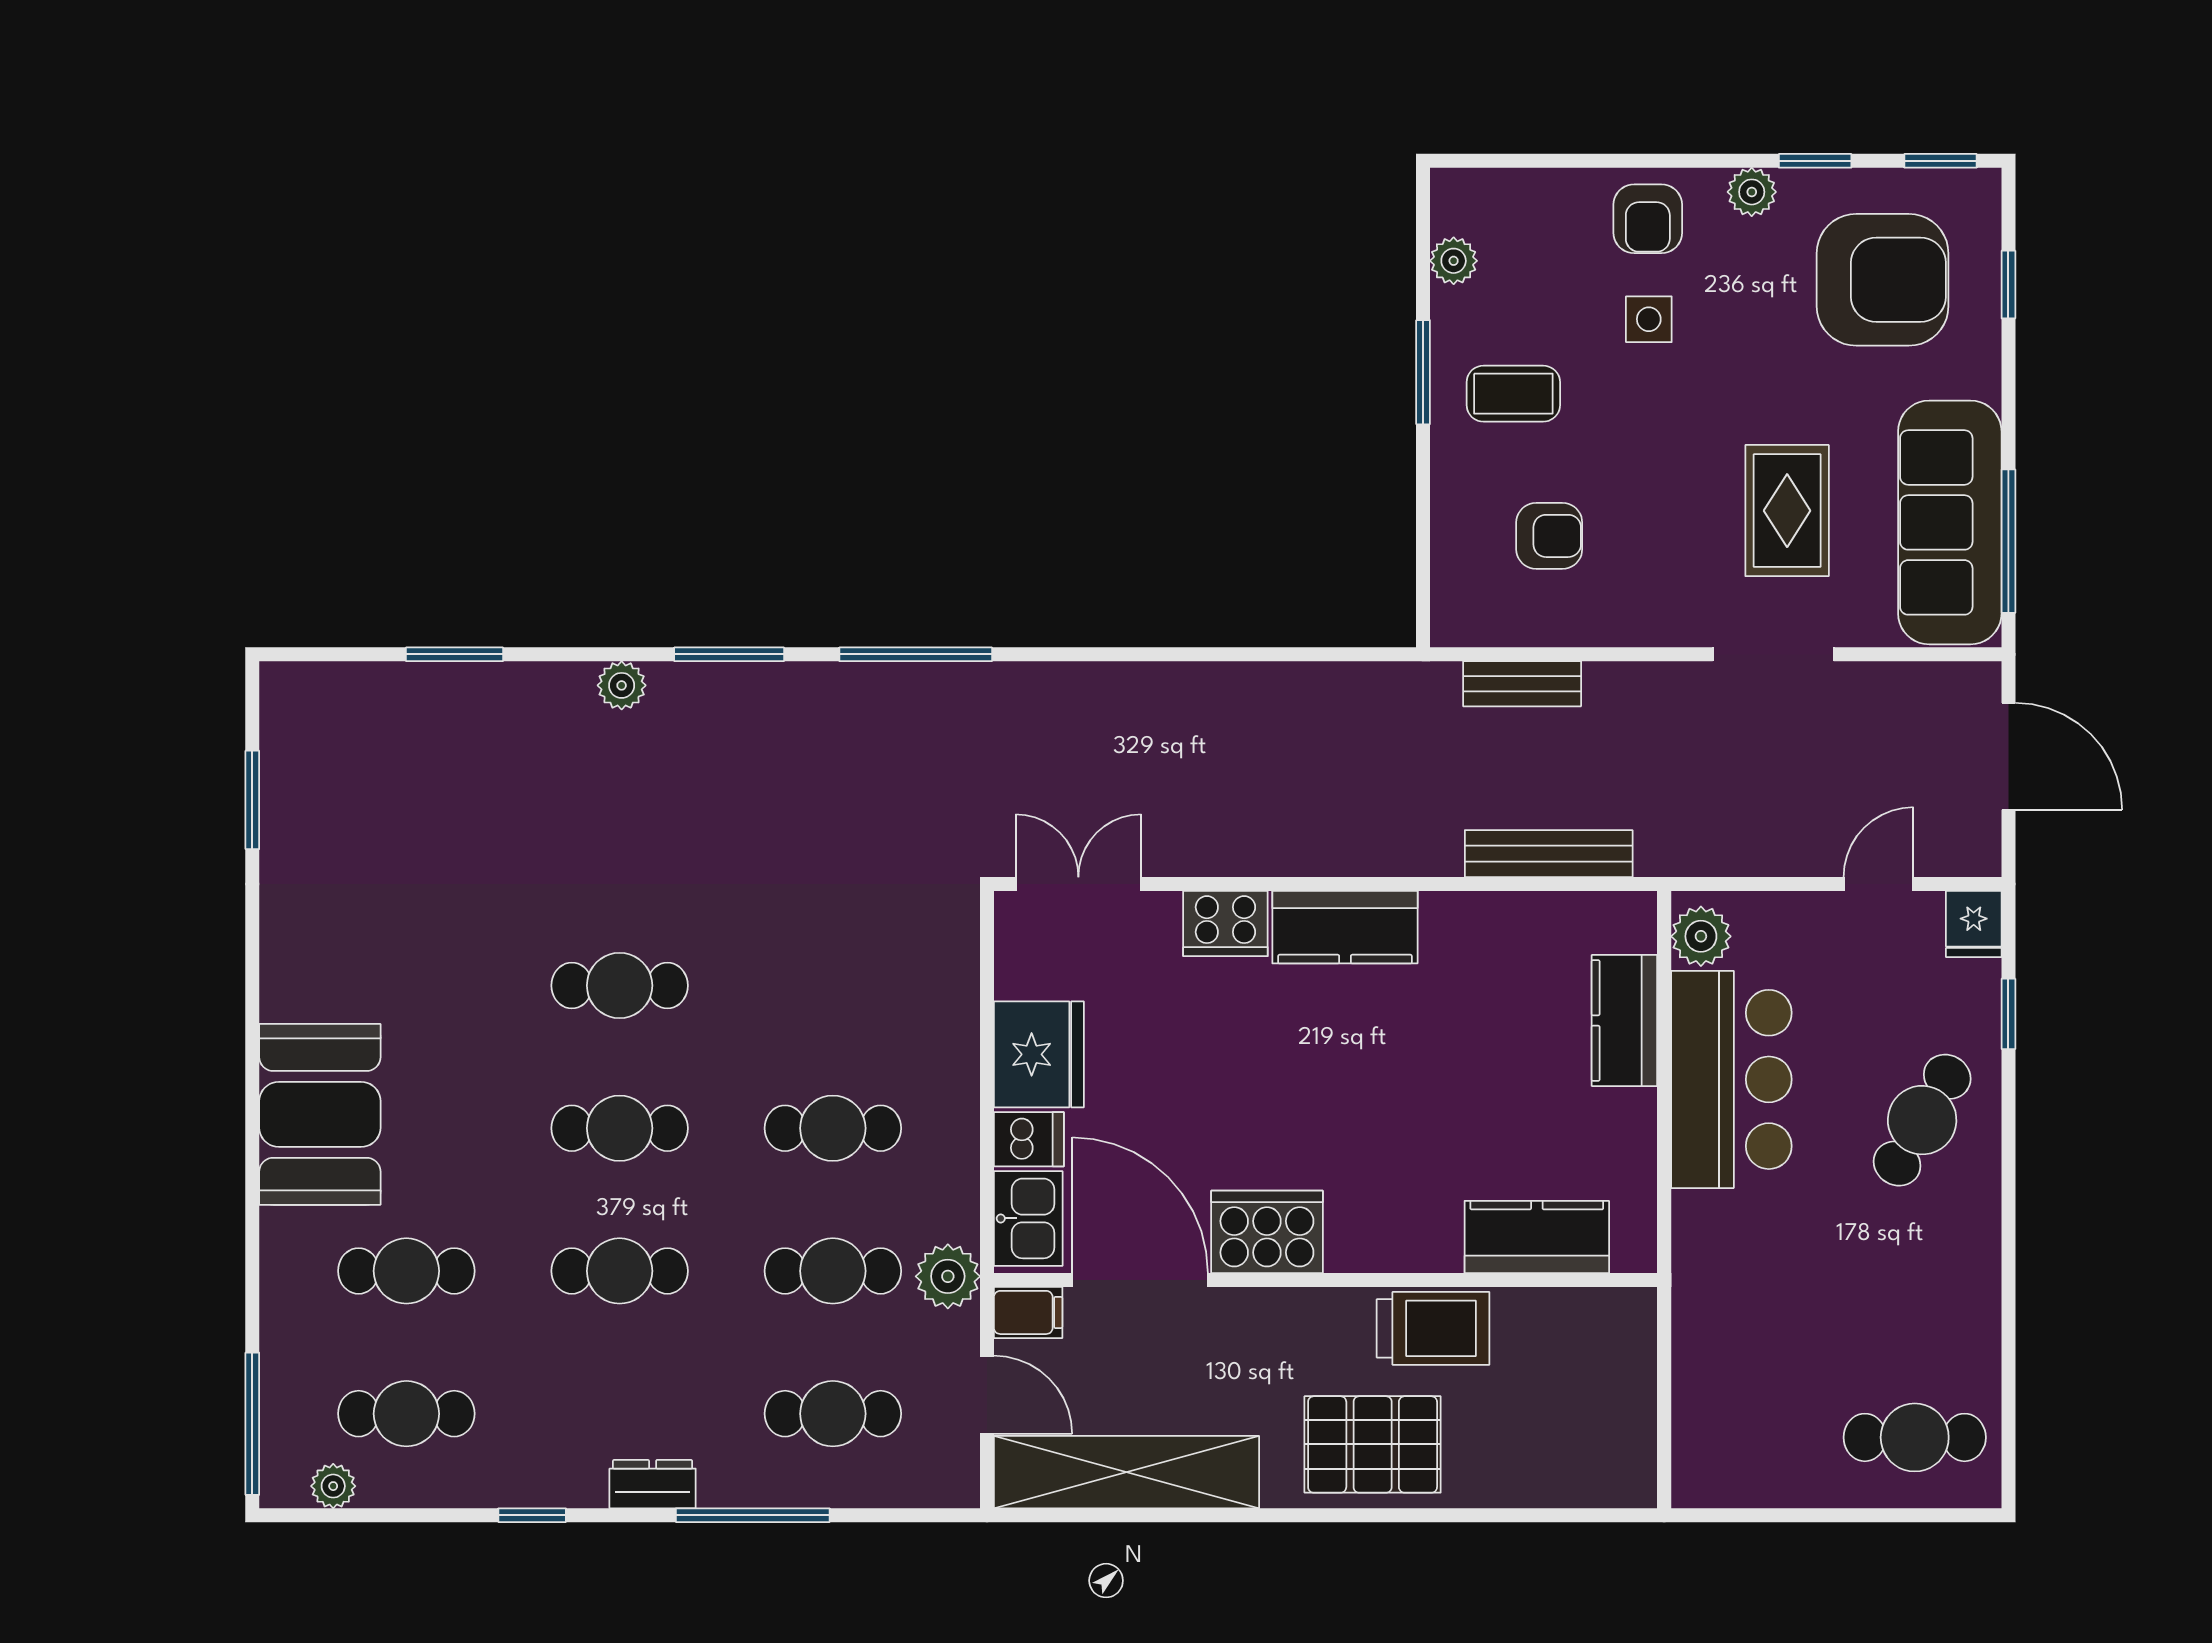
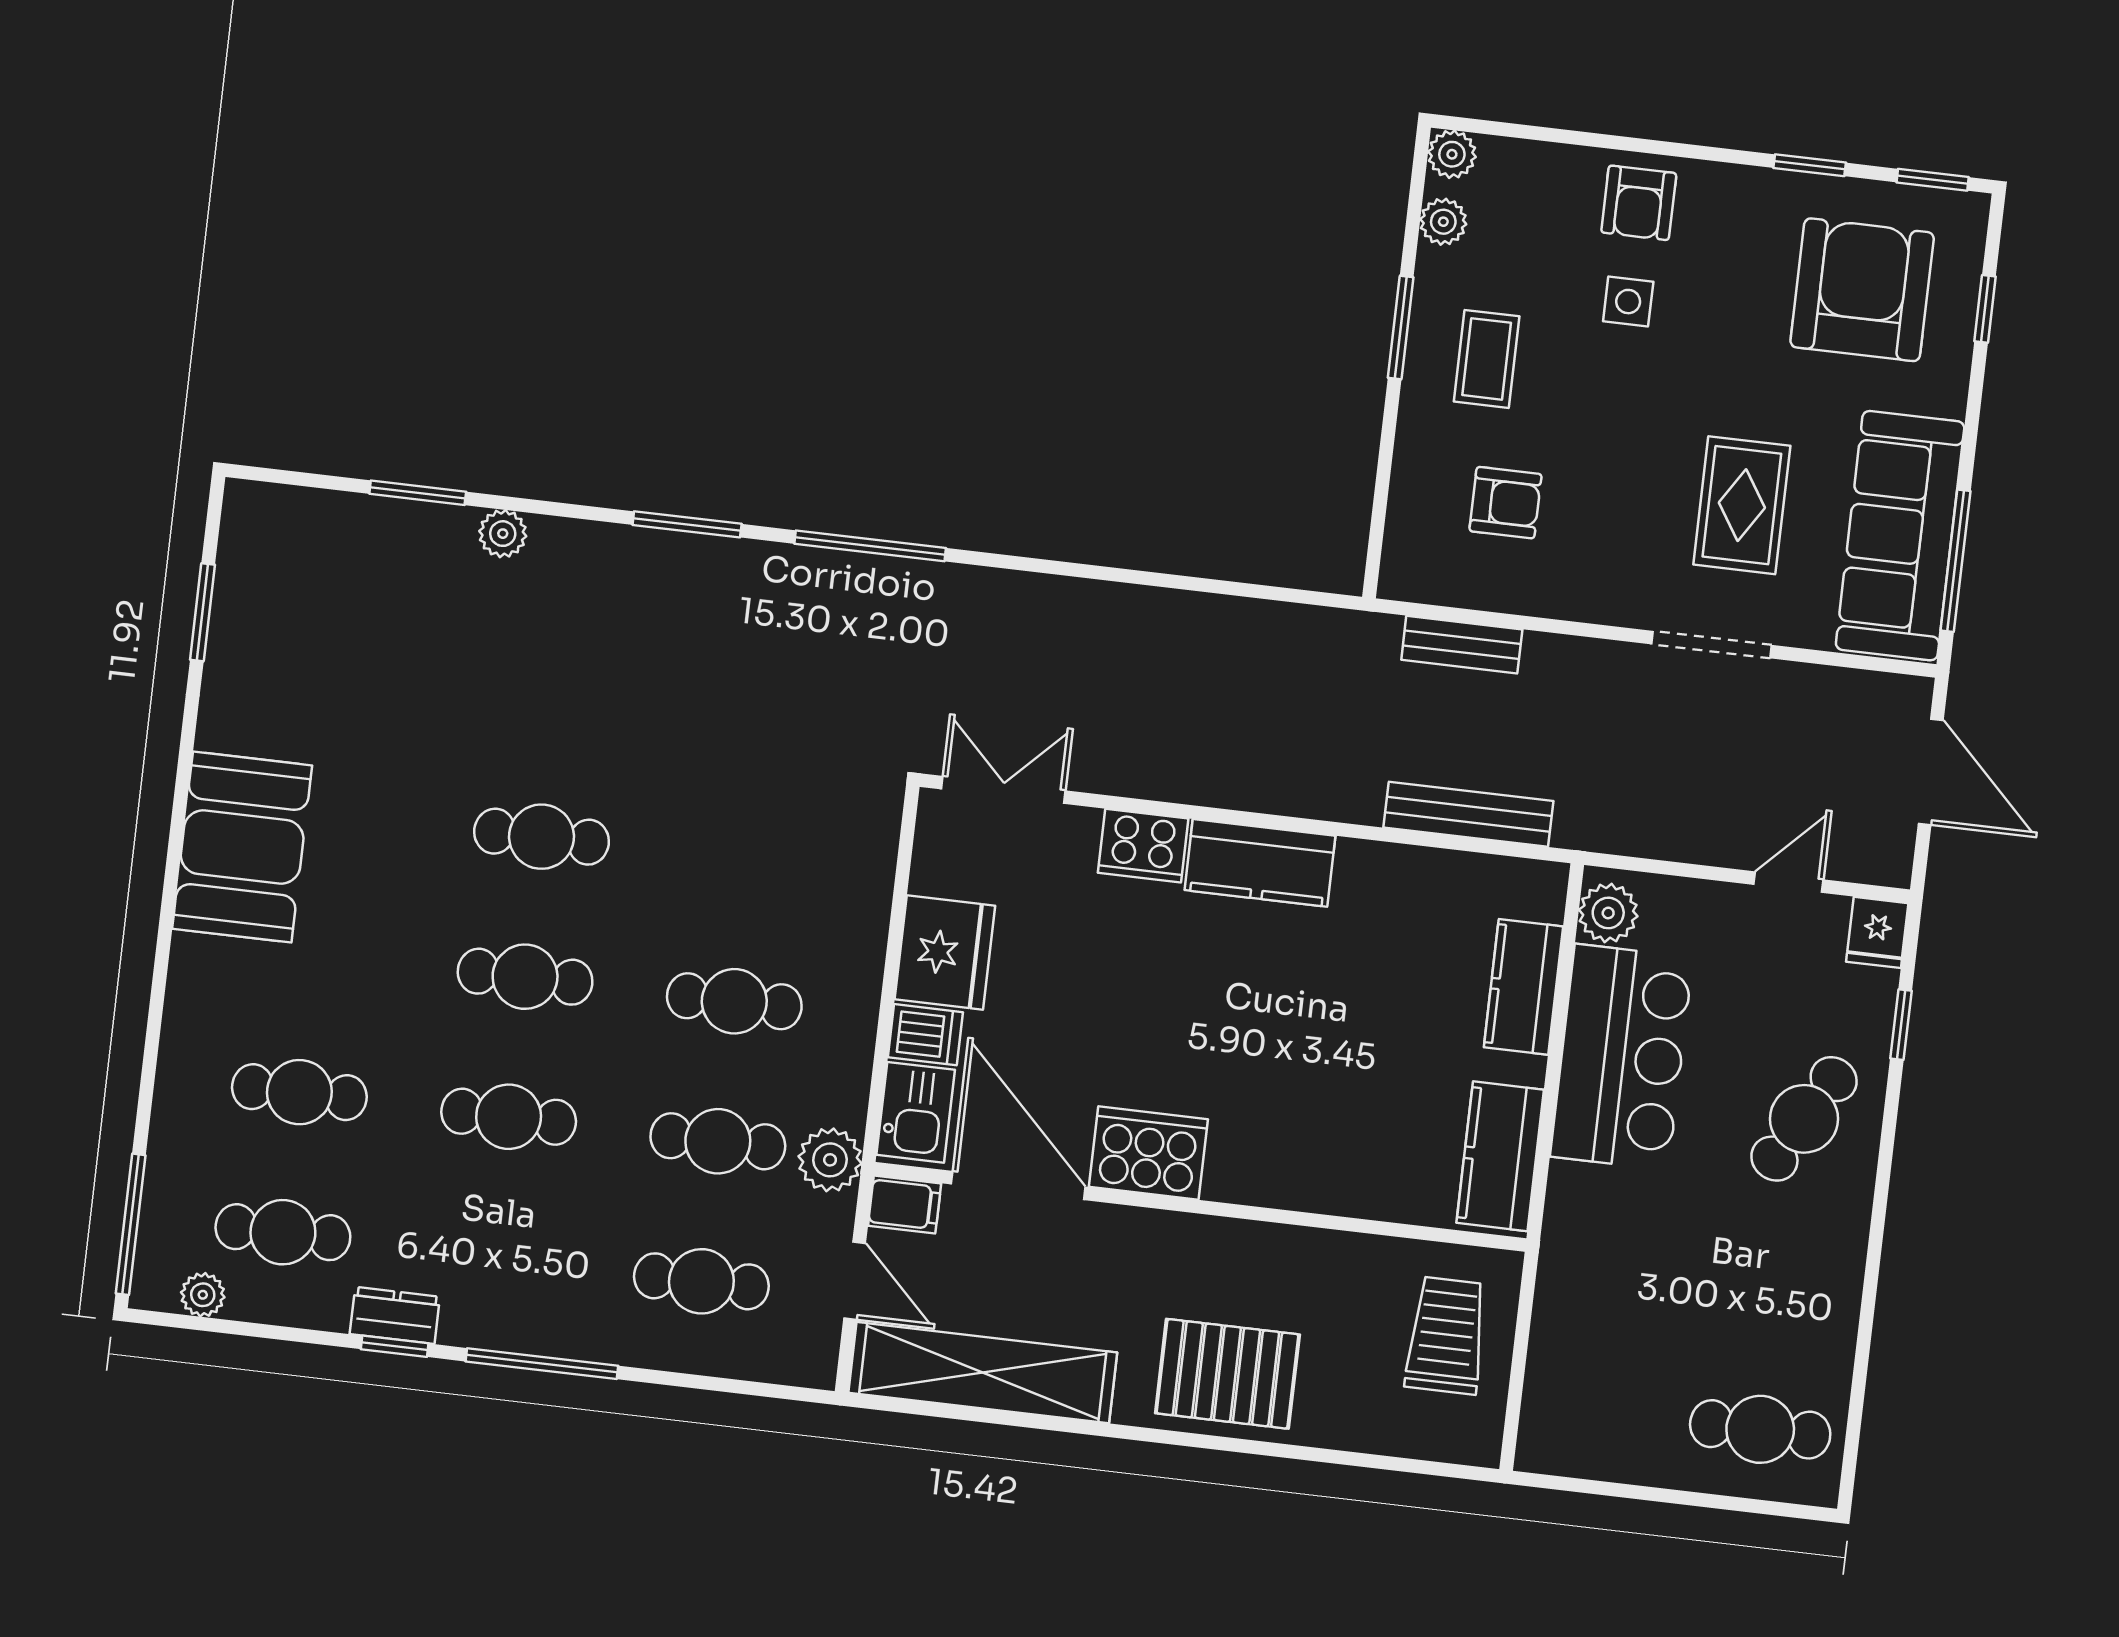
plant: (1752, 192) -> (1452, 154), moved
armchair: (1883, 280) -> (1862, 290), turned -90
coffee table: (1513, 394) -> (1487, 359), turned 90
plant: (622, 685) -> (503, 534), moved
booth: (320, 1114) -> (242, 847), moved
kitchen counter: (1537, 1237) -> (1500, 1156), moved, turned -90
trolley: (1433, 1328) -> (1446, 1336), moved, turned -90
dresser: (653, 1484) -> (395, 1315), moved
window: (753, 1515) -> (542, 1364), moved

